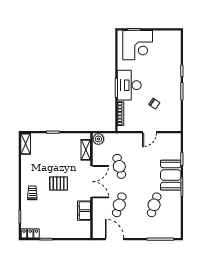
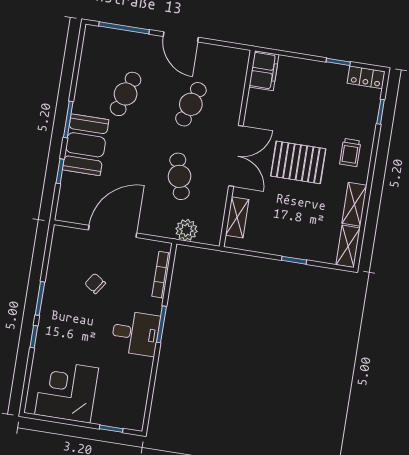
corner desk: (138, 45) -> (67, 391), moved
desk: (129, 85) -> (135, 333), width x0.73
door: (150, 132) -> (113, 231), width x1.87
plant: (98, 139) -> (186, 230), moved
shelving: (26, 166) -> (354, 204), added
double door: (92, 182) -> (236, 156), swing flipped
pallet: (59, 183) -> (298, 162), width x1.50, depth x1.42
filing cabinet: (84, 211) -> (264, 71), moved
door: (115, 239) -> (181, 37), moved

